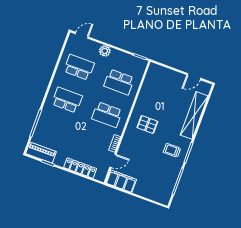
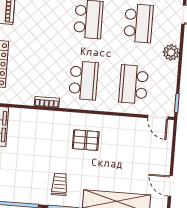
school desk: (107, 115) -> (84, 80), turned 180
pallet: (147, 124) -> (86, 140), turned 90
door: (113, 161) -> (158, 117), moved

